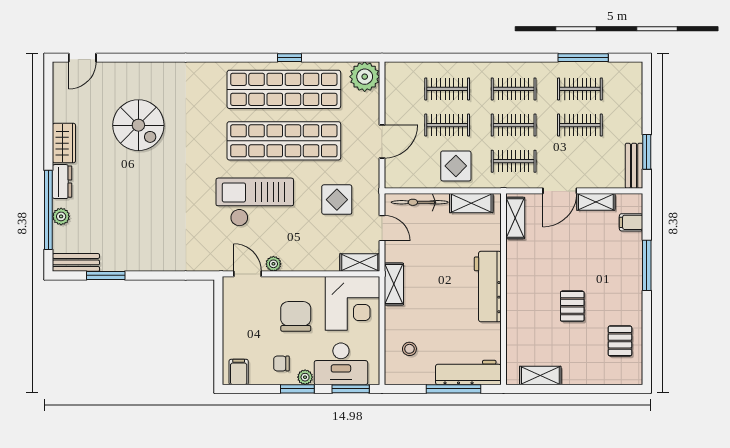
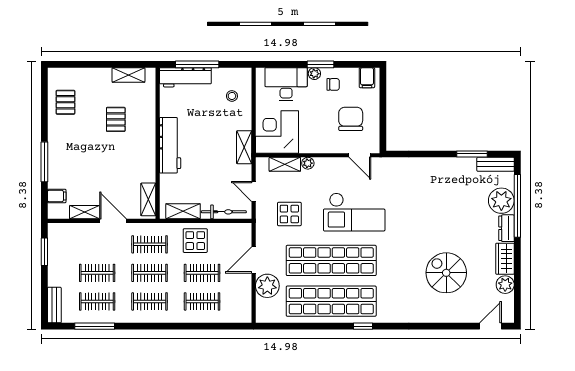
window: (290, 58) -> (363, 326), moved
plant: (365, 77) -> (267, 286), moved
plant: (64, 110) -> (505, 285), added
bench: (634, 166) -> (54, 305), moved
door: (560, 191) -> (113, 221), hinge flipped
plant: (61, 216) -> (501, 201), width x1.87, depth x1.87
shelving: (360, 263) -> (285, 164), moved
plant: (273, 264) -> (308, 163), moved
pallet: (572, 306) -> (116, 119), moved
chair: (296, 316) -> (351, 119), moved, turned 180
window: (351, 389) -> (278, 64), removed

